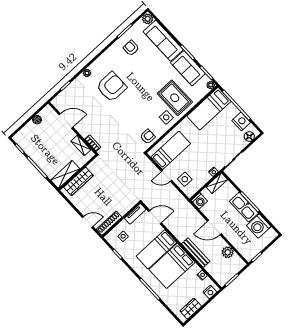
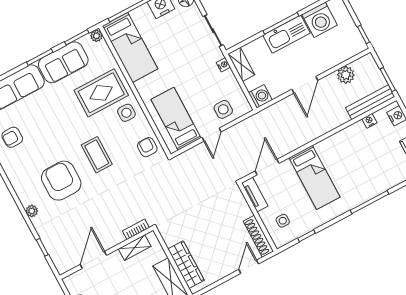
coffee table: (134, 105) -> (97, 155), added
bench: (196, 253) -> (370, 102), moved
bed: (172, 266) -> (344, 161), removed

